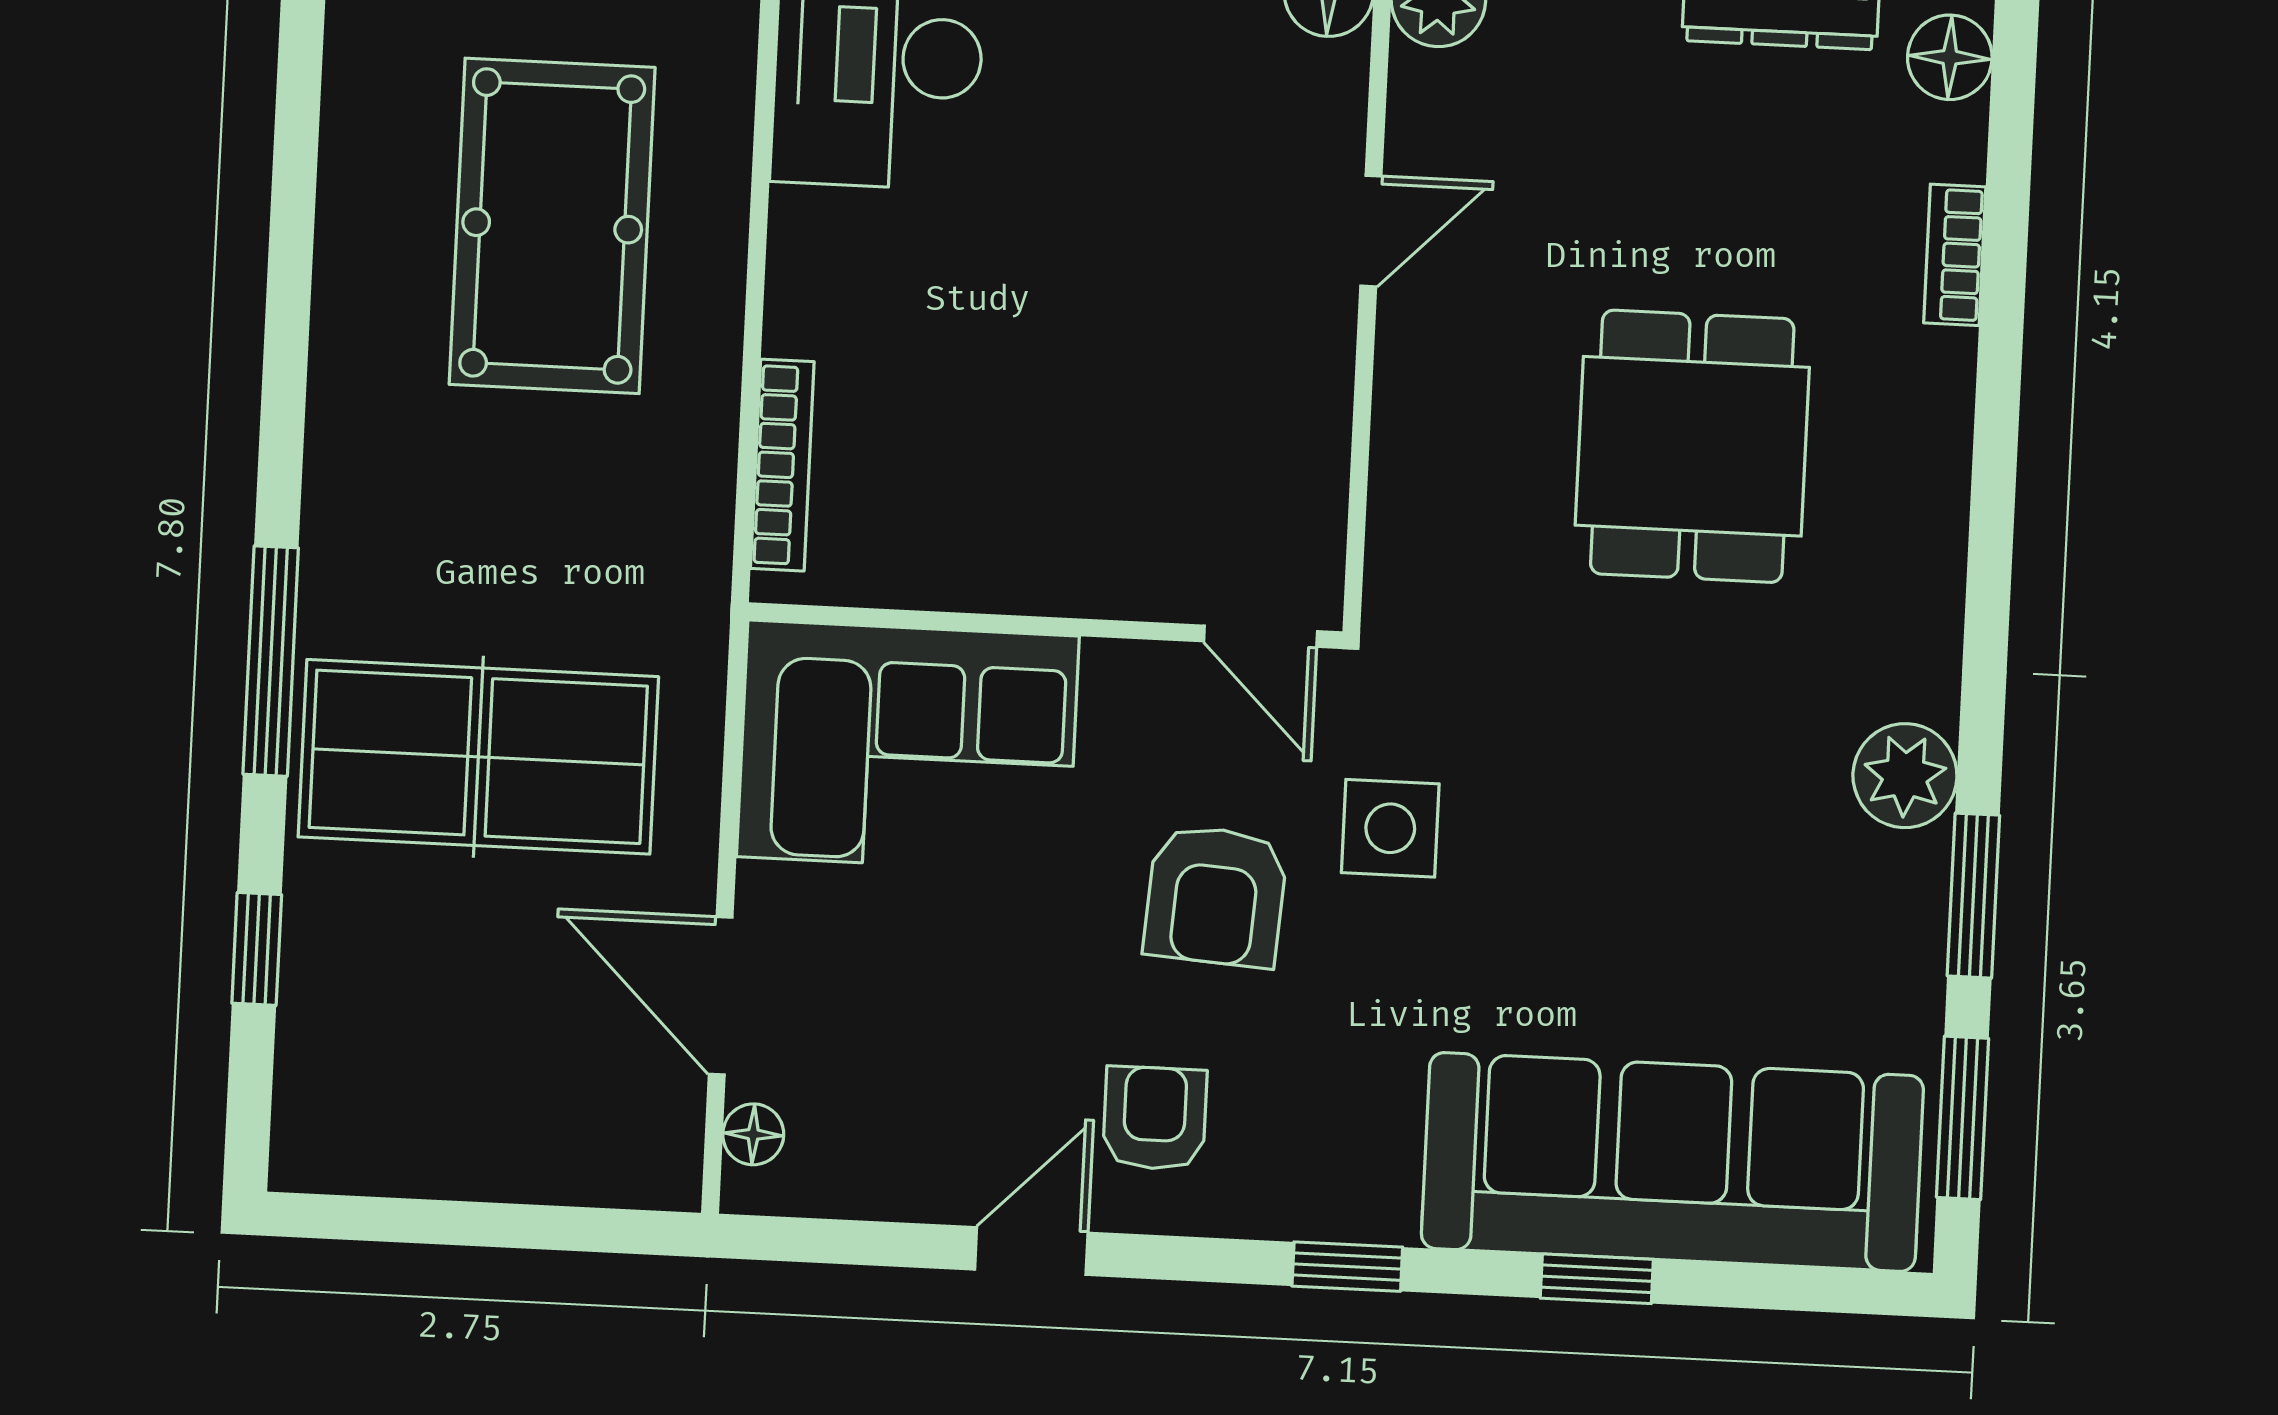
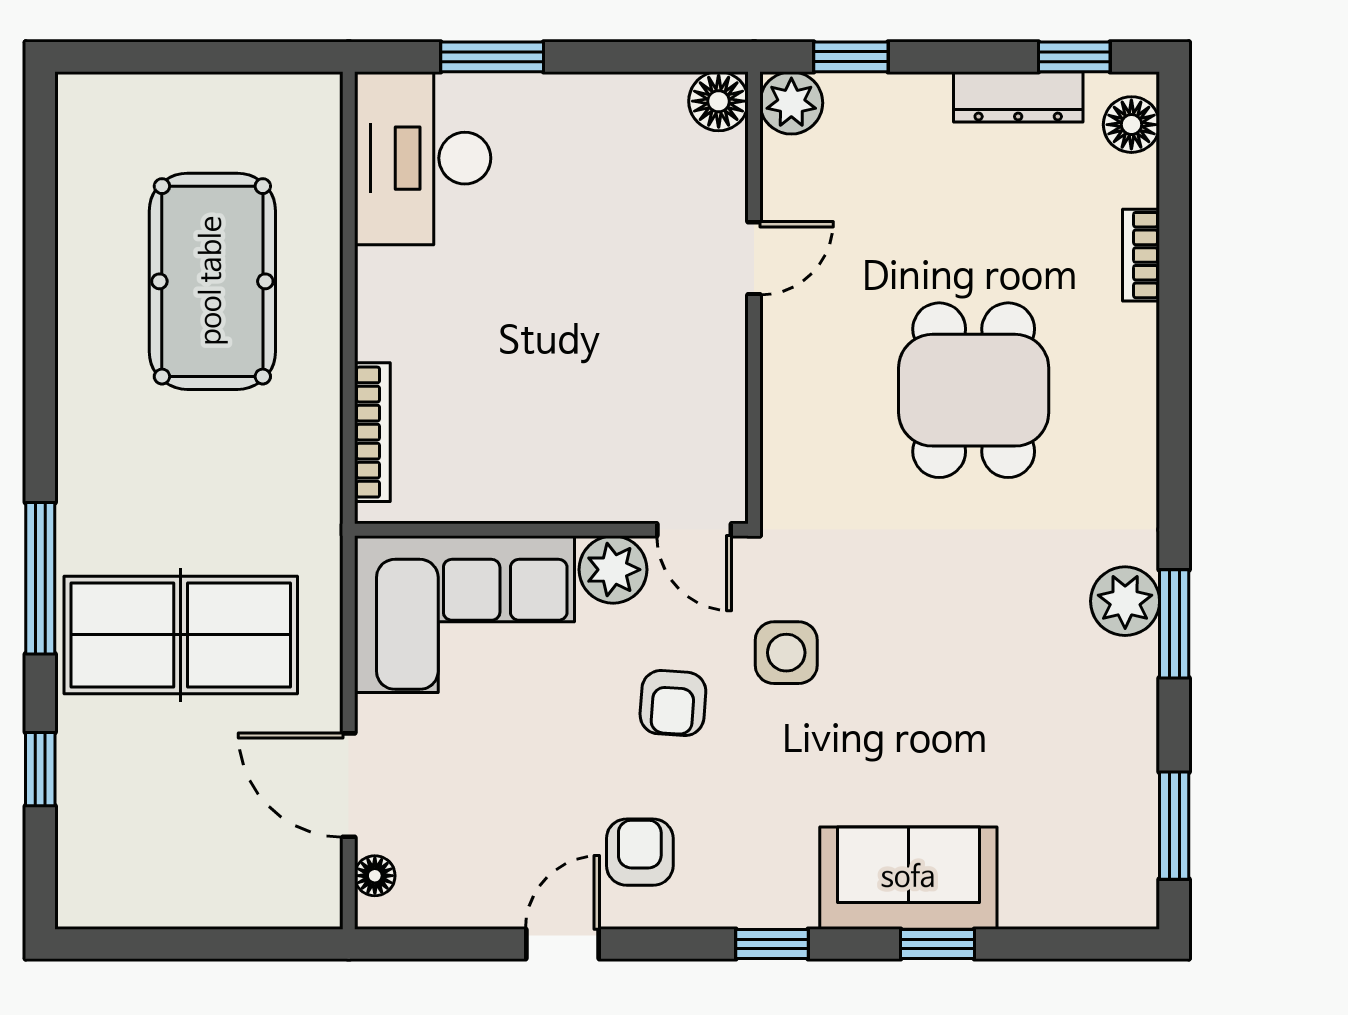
plant: (1135, 690) -> (613, 570), added
armchair: (1216, 896) -> (673, 703), width x0.72, depth x0.72
window: (1973, 896) -> (1174, 624), moved
sofa: (1672, 1162) -> (908, 878), width x0.54, depth x0.79

